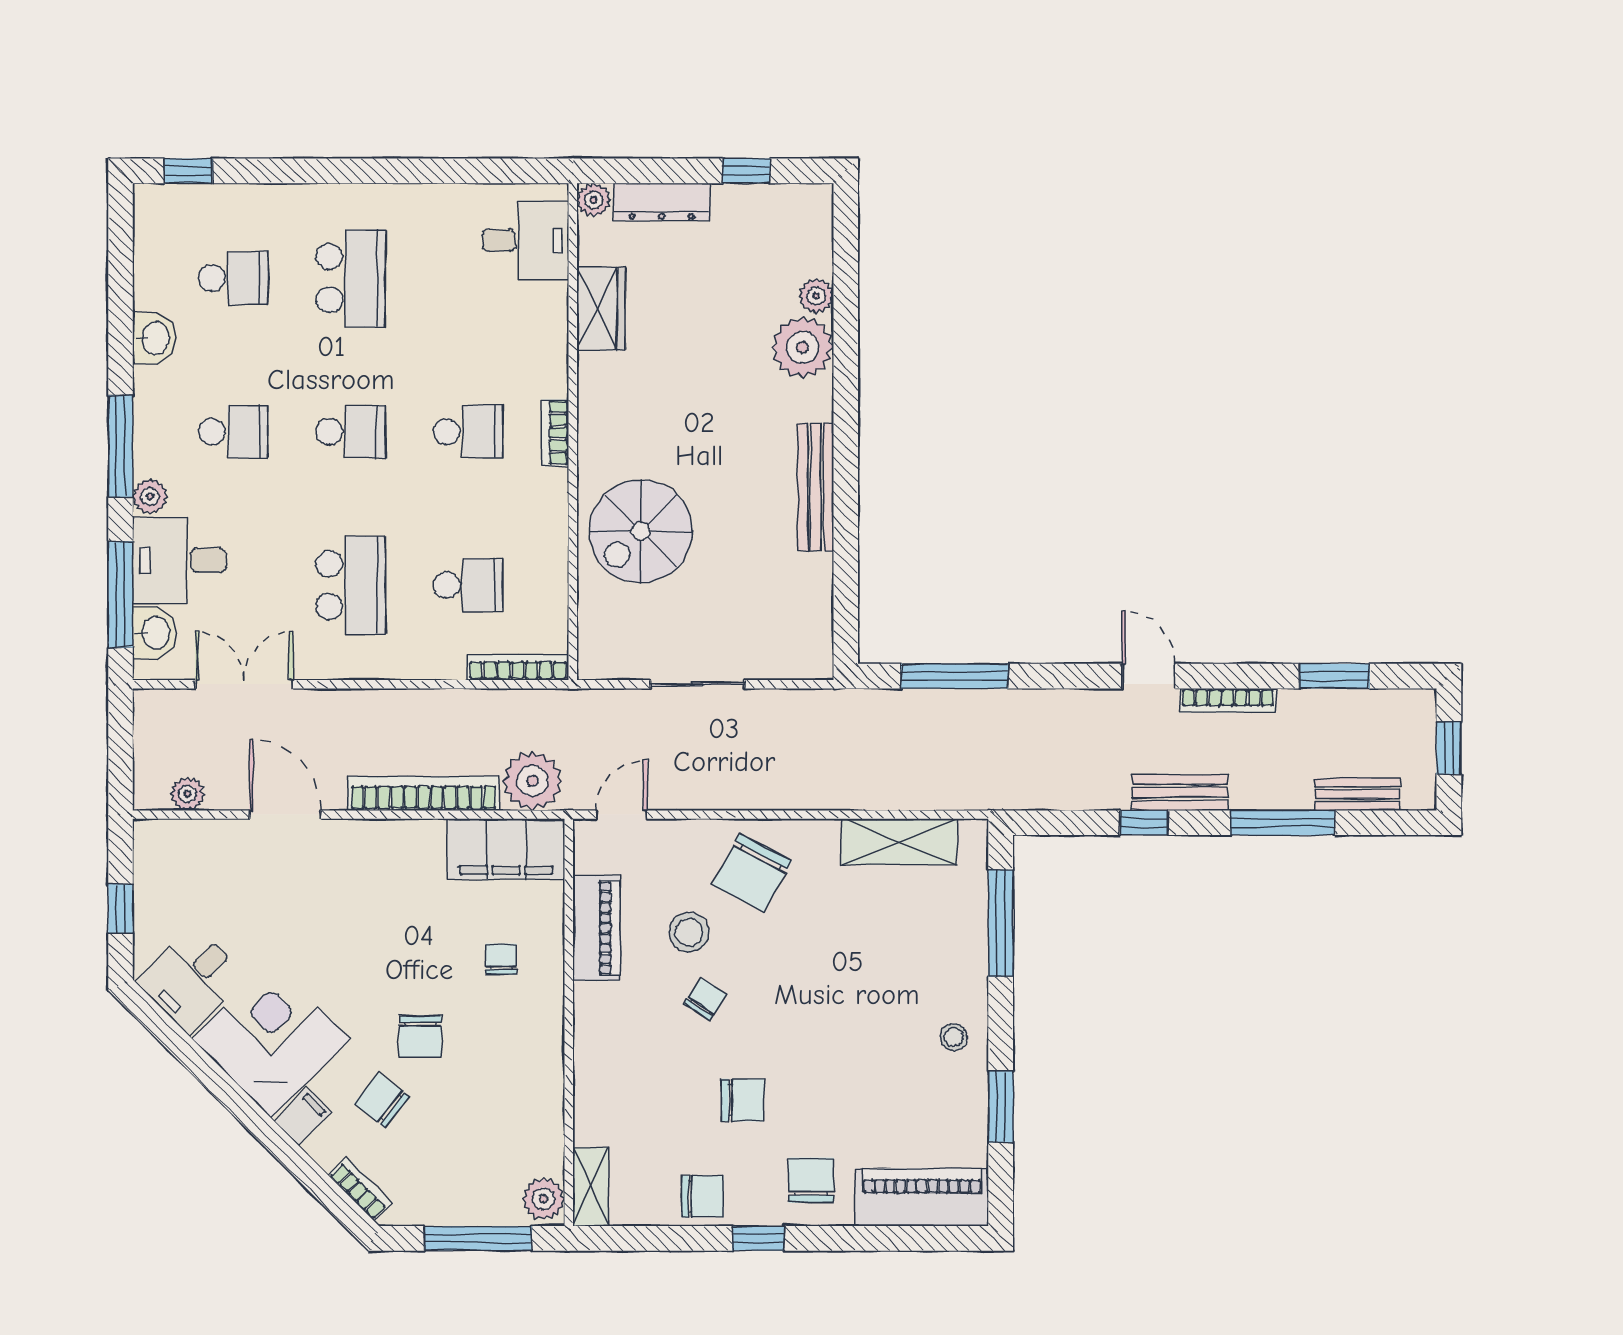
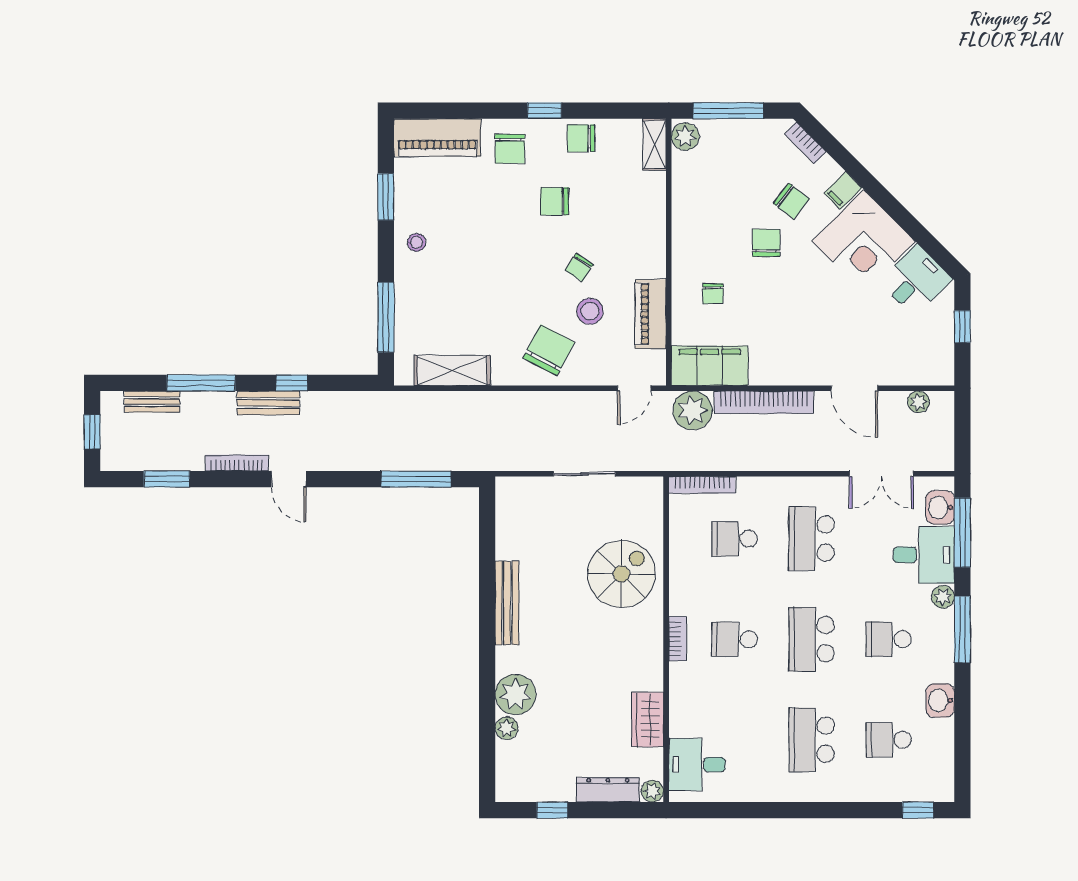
school desk: (351, 432) -> (812, 639), width x1.85

